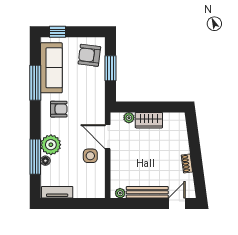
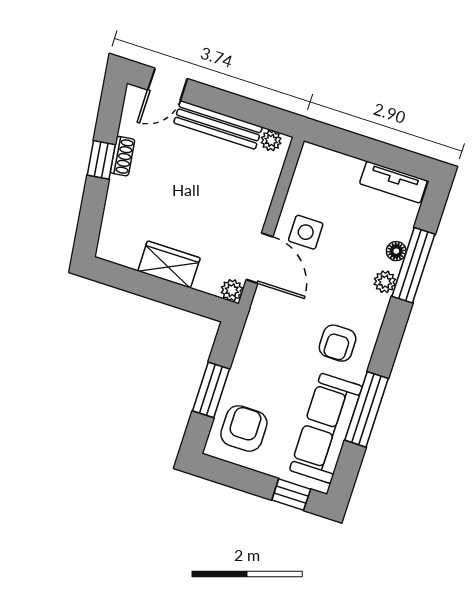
armchair: (89, 55) -> (244, 428), turned -97
armchair: (59, 109) -> (338, 343), turned -90
plant: (129, 118) -> (232, 290), moved
plant: (51, 145) -> (385, 282), width x0.53, depth x0.53
window: (196, 159) -> (101, 160), added

